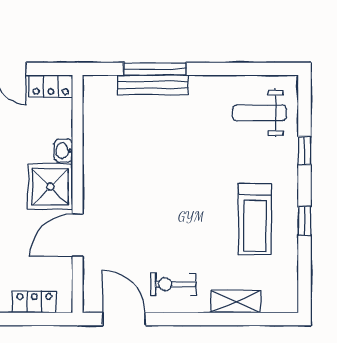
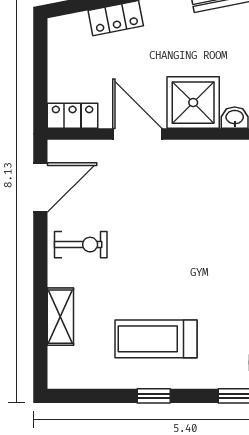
exercise bike: (173, 284) -> (81, 245), turned 90
locker: (34, 302) -> (73, 116), moved, turned -90

